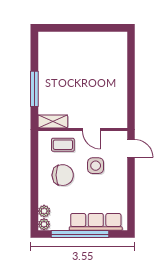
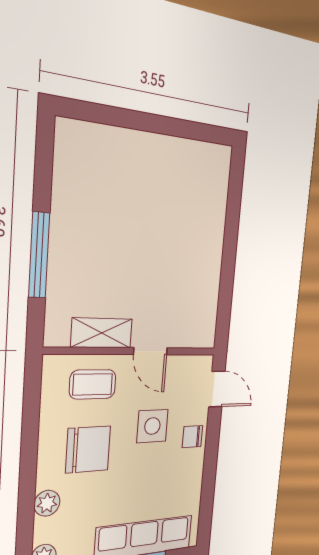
shelving: (53, 121) -> (102, 333), moved
chair: (119, 172) -> (192, 437), added
plant: (44, 211) -> (47, 503), moved

